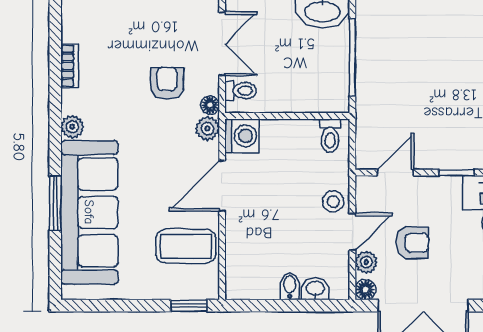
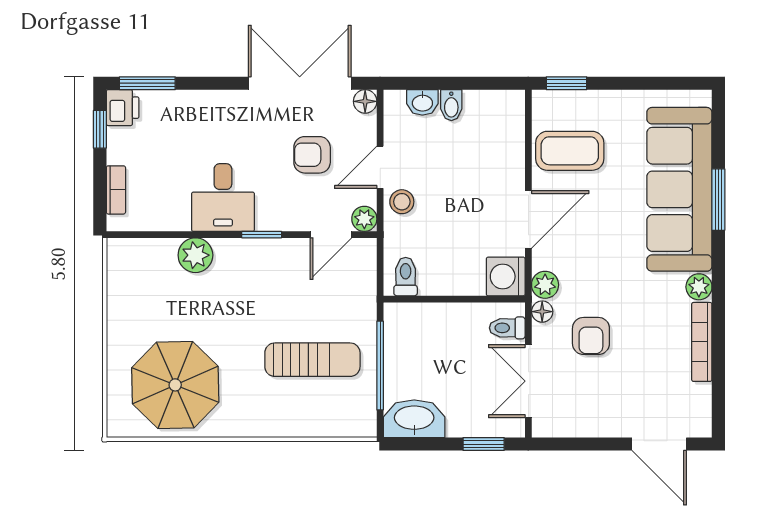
sun lounger: (412, 63) -> (312, 360), added
bookcase: (70, 66) -> (702, 342), width x1.56
plant: (366, 262) -> (364, 219), moved

